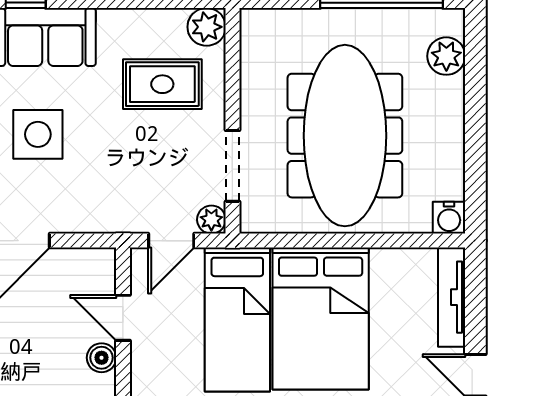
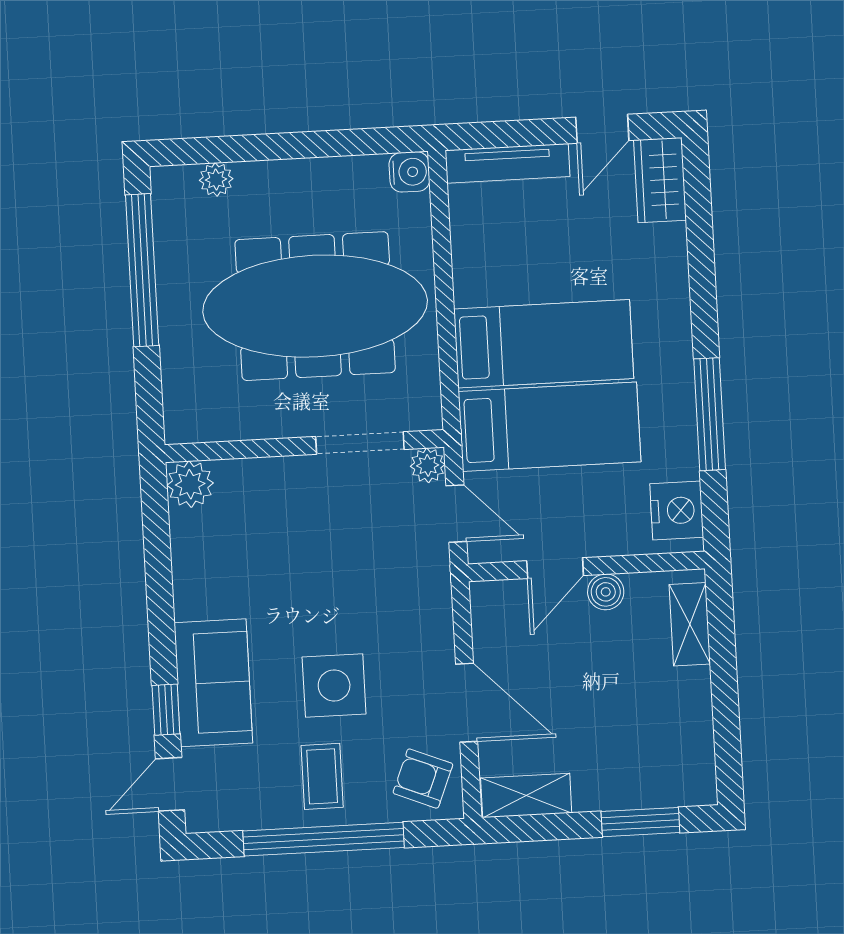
plant: (446, 56) -> (216, 179), width x0.73, depth x0.73
rug: (162, 84) -> (264, 535), removed
bed: (321, 319) -> (544, 344), width x0.67

